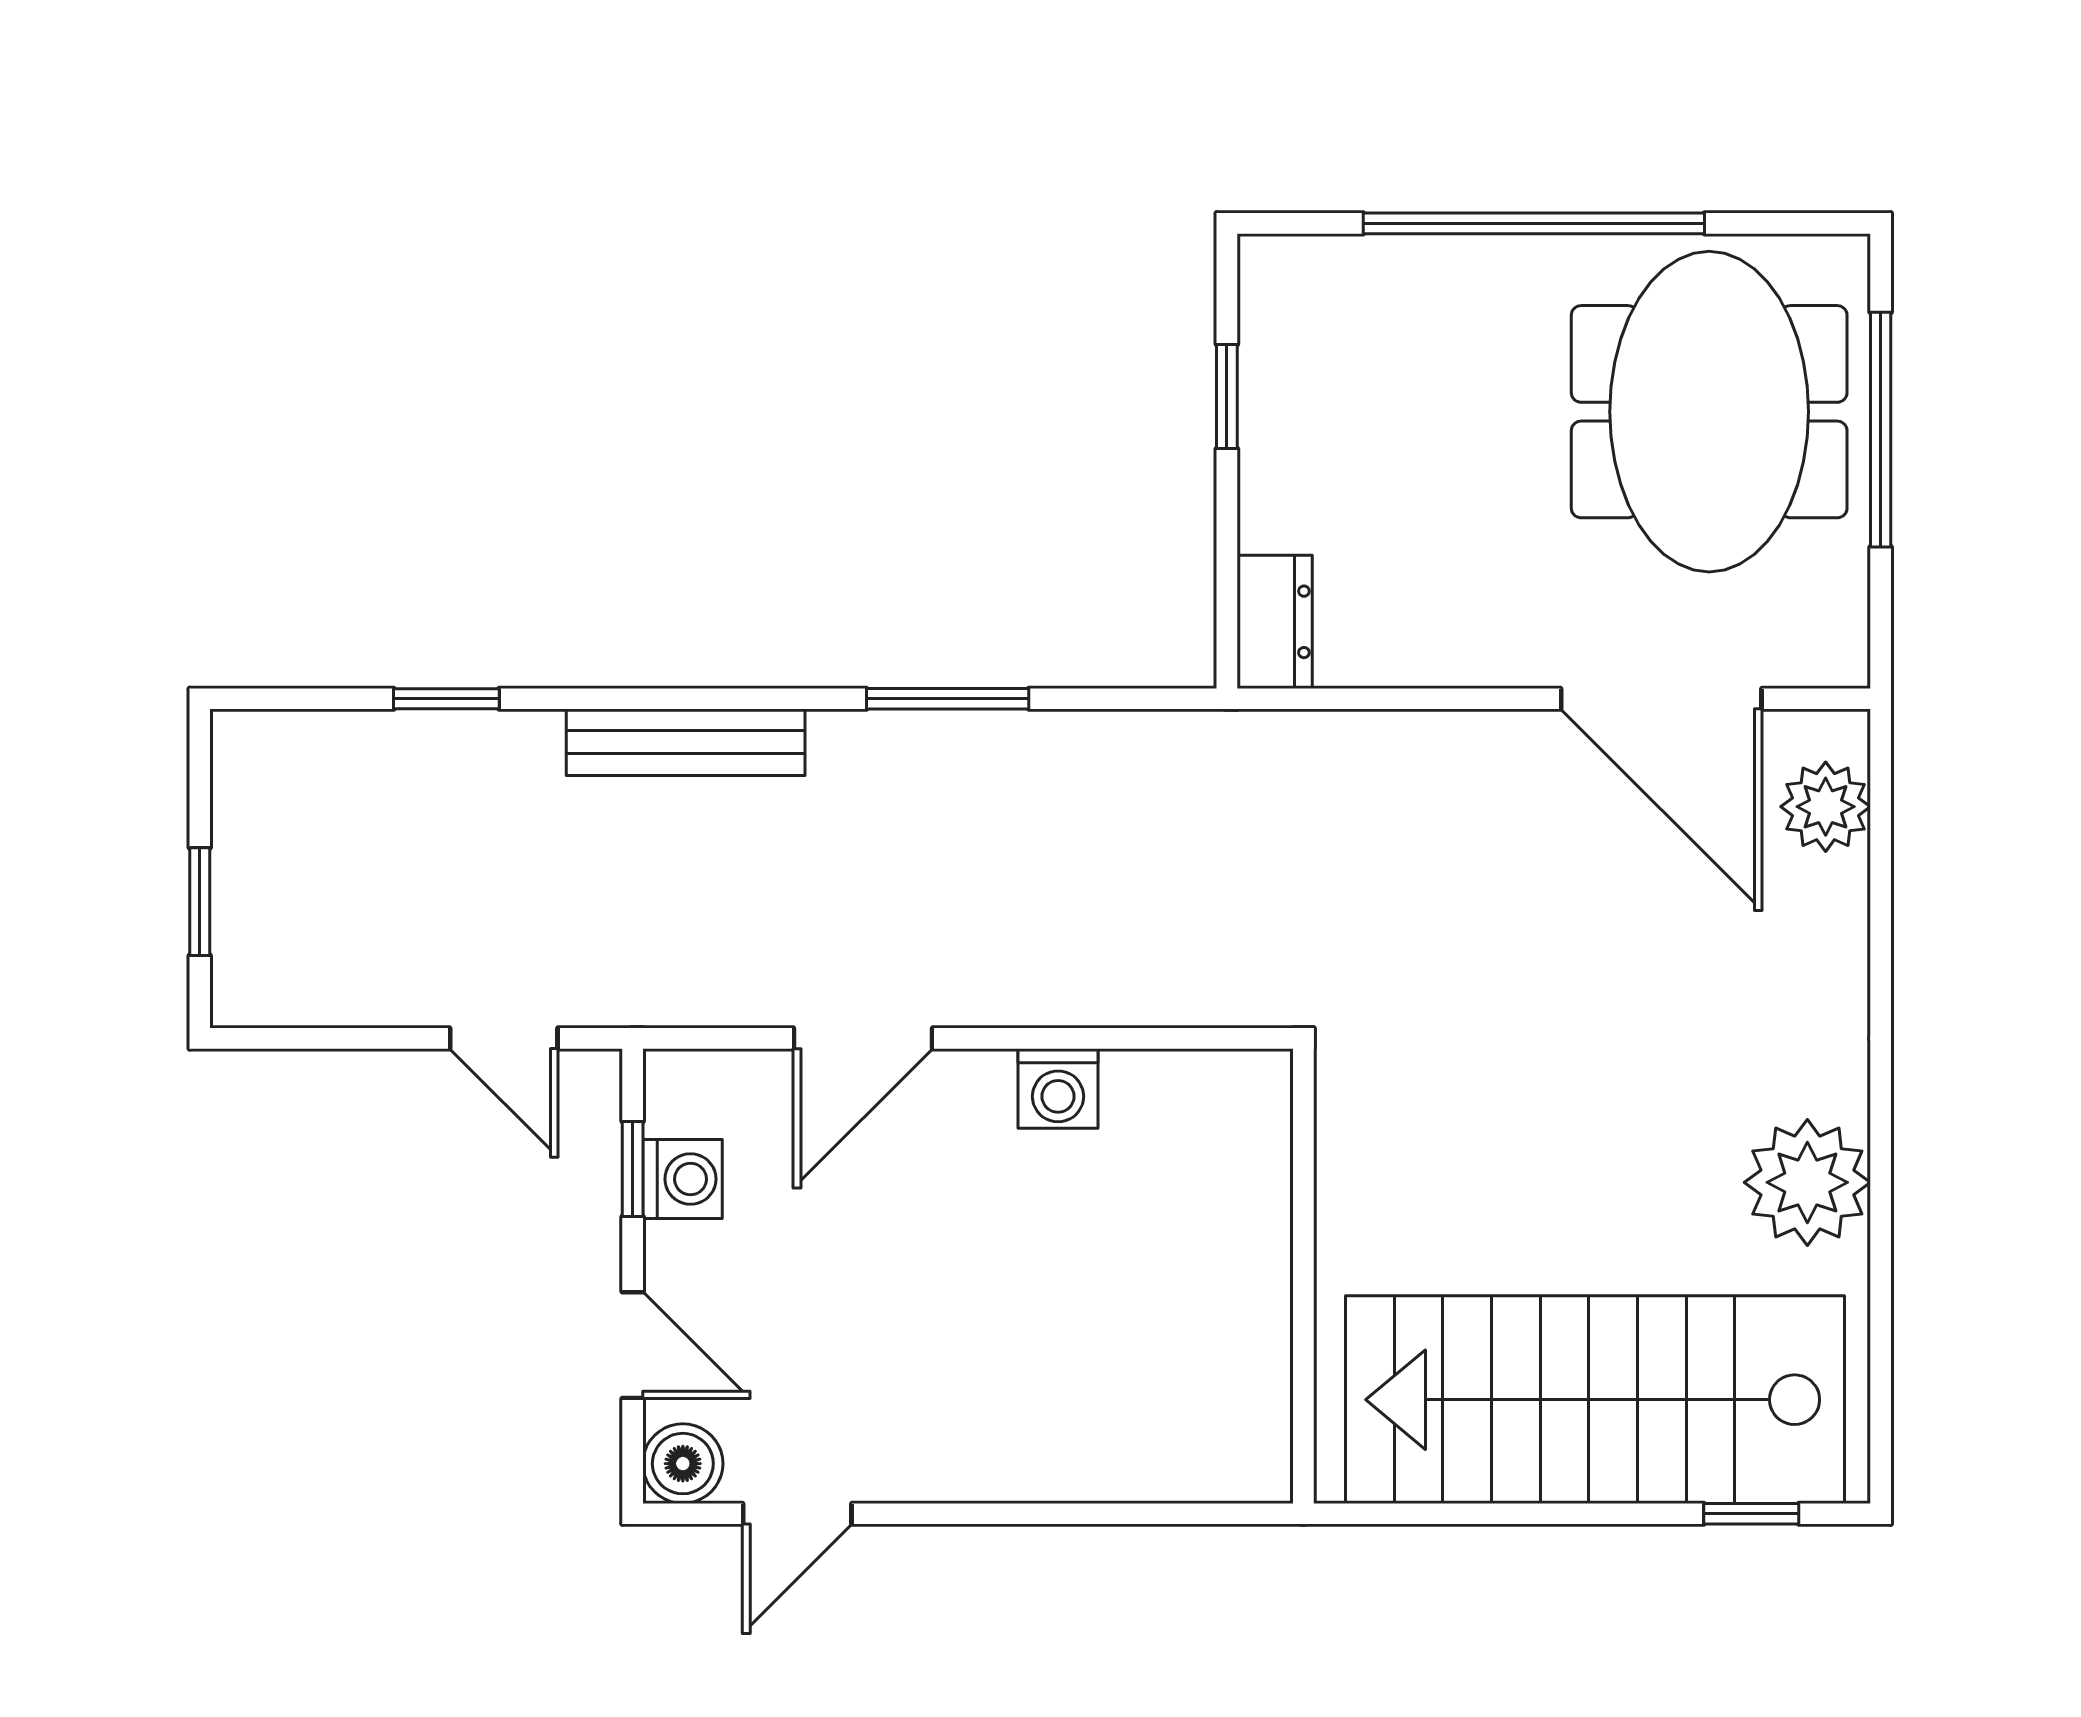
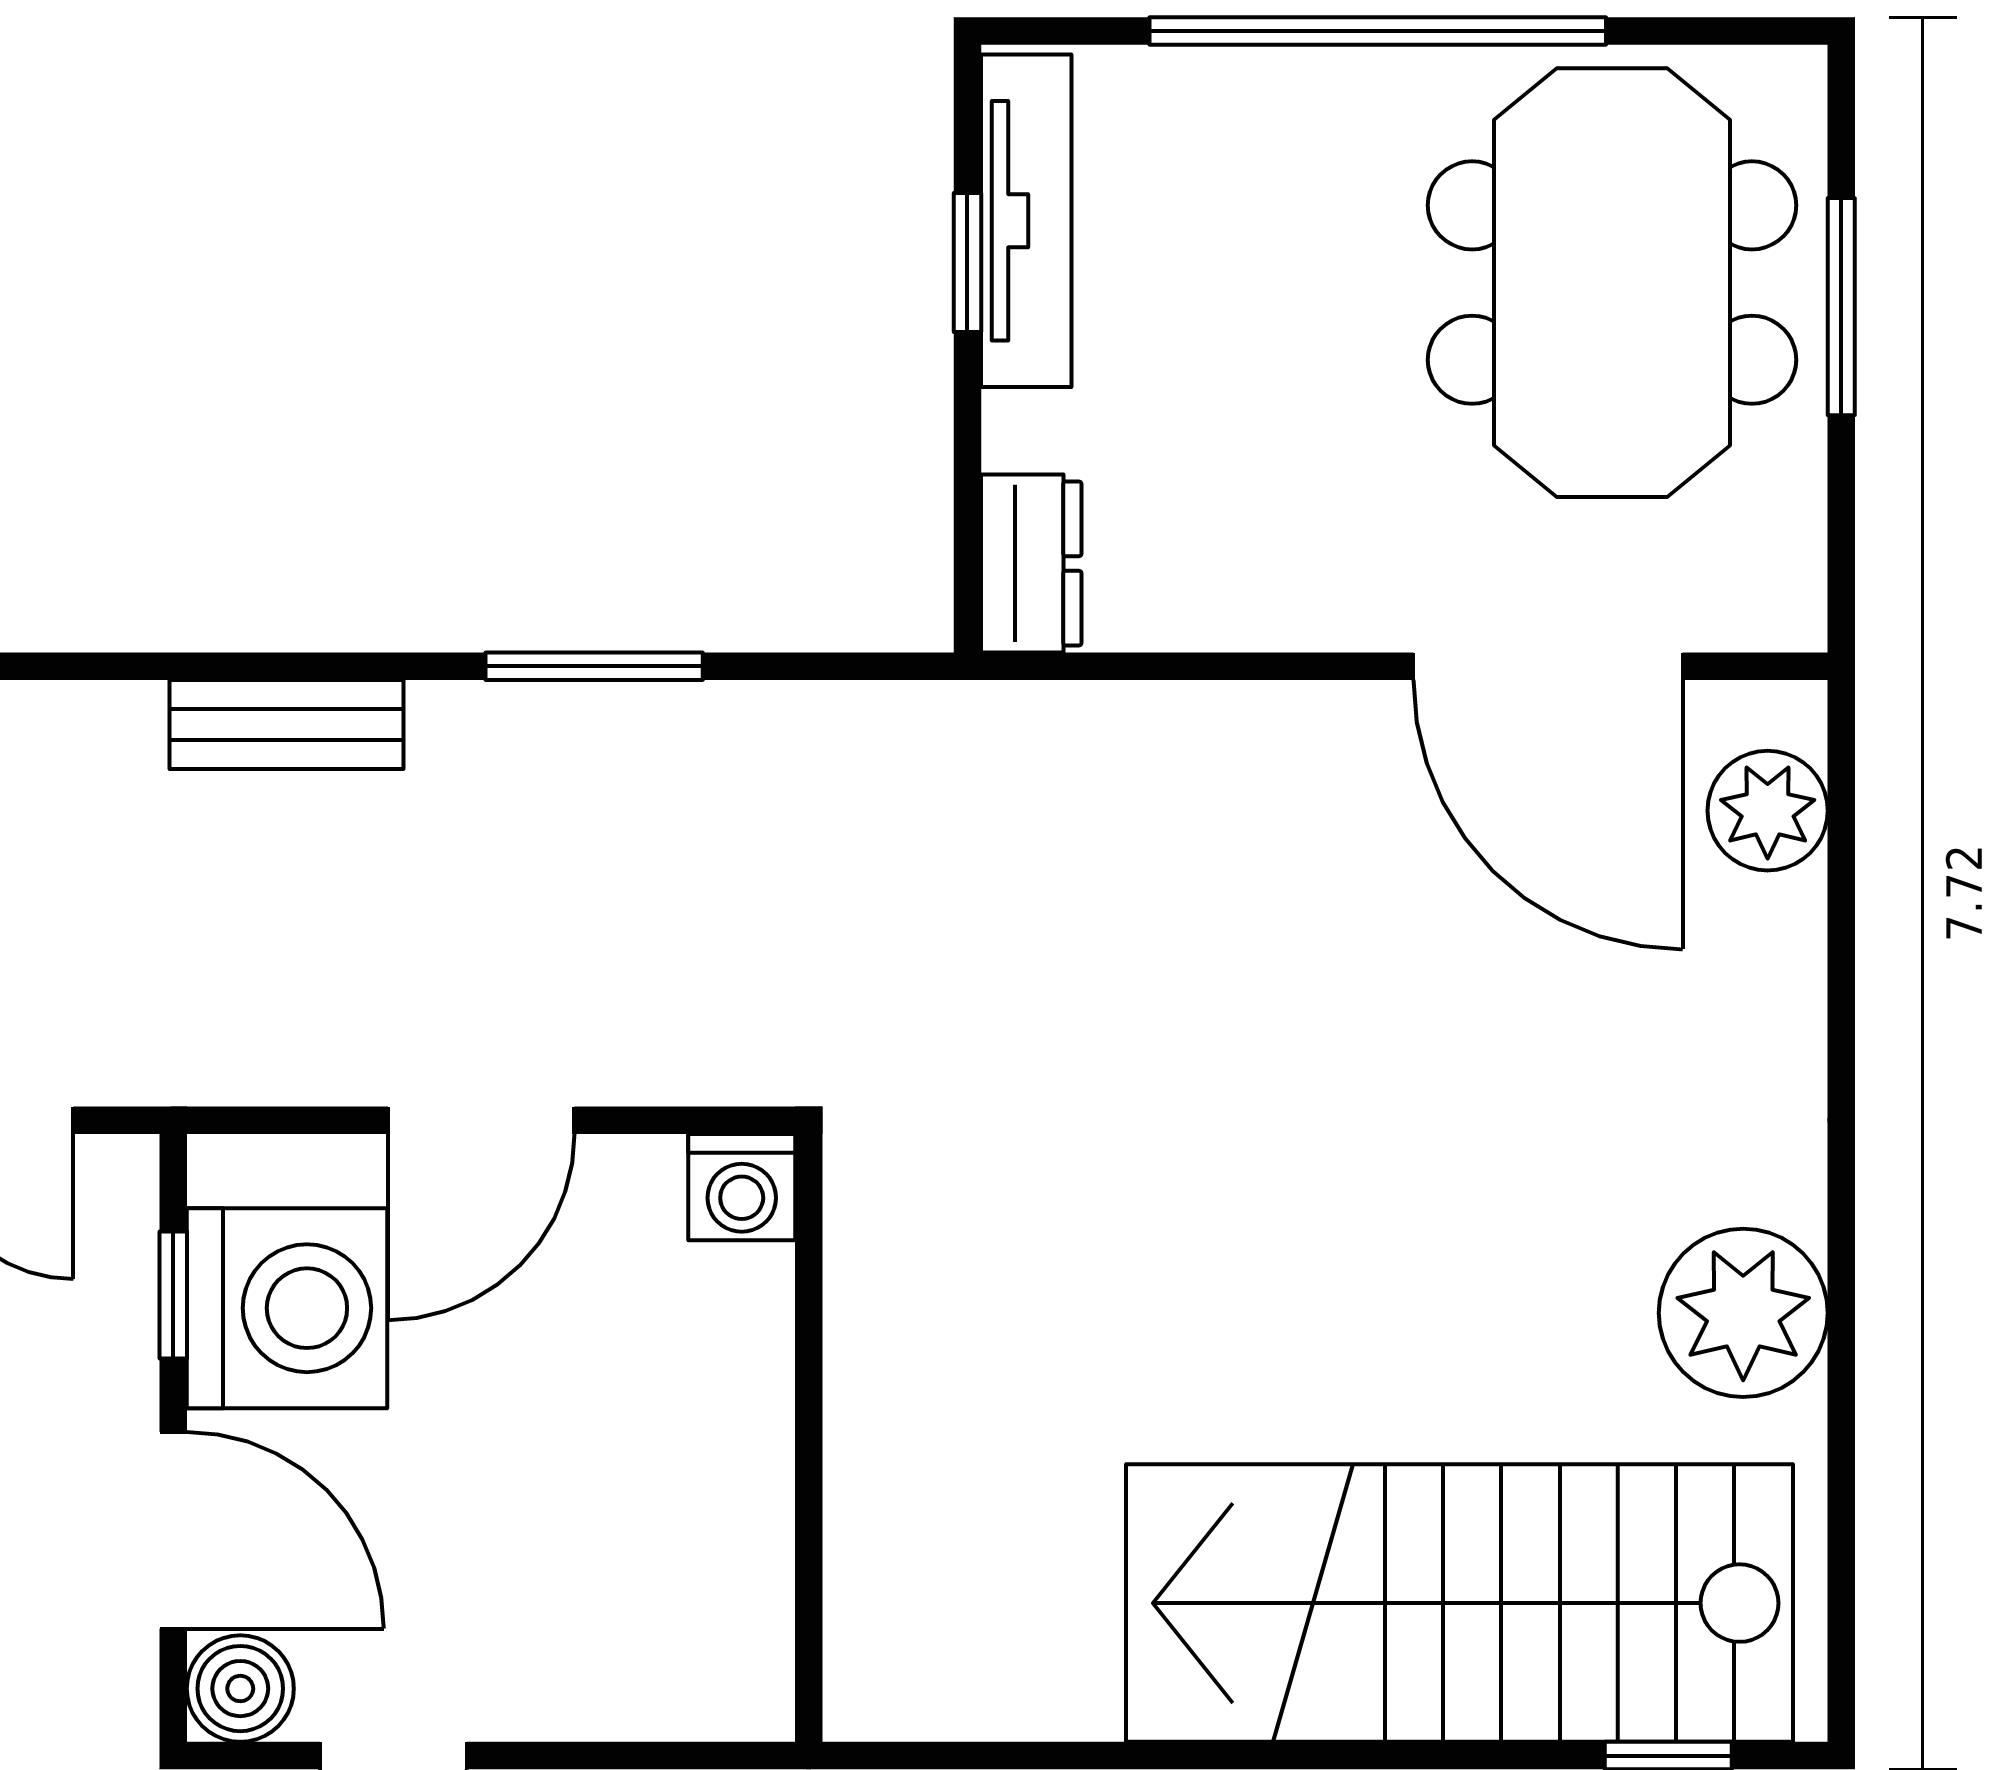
tv unit: (1271, 365) -> (1026, 221), added
window: (1881, 430) -> (1841, 307), width x0.69
bench: (686, 742) -> (287, 725), width x0.73
washing machine: (683, 1179) -> (287, 1308), width x1.89, depth x1.89
wall: (1303, 1276) -> (809, 1438), moved
door: (633, 1345) -> (173, 1530), width x1.38

